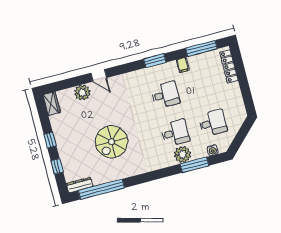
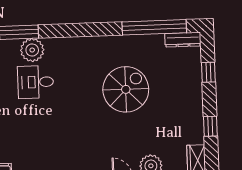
desk: (165, 95) -> (38, 137), removed
window: (50, 140) -> (210, 126), moved

